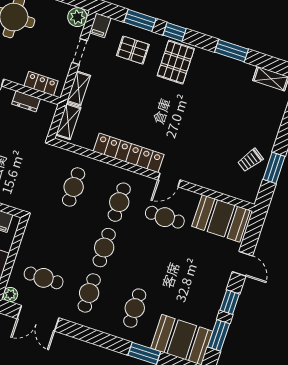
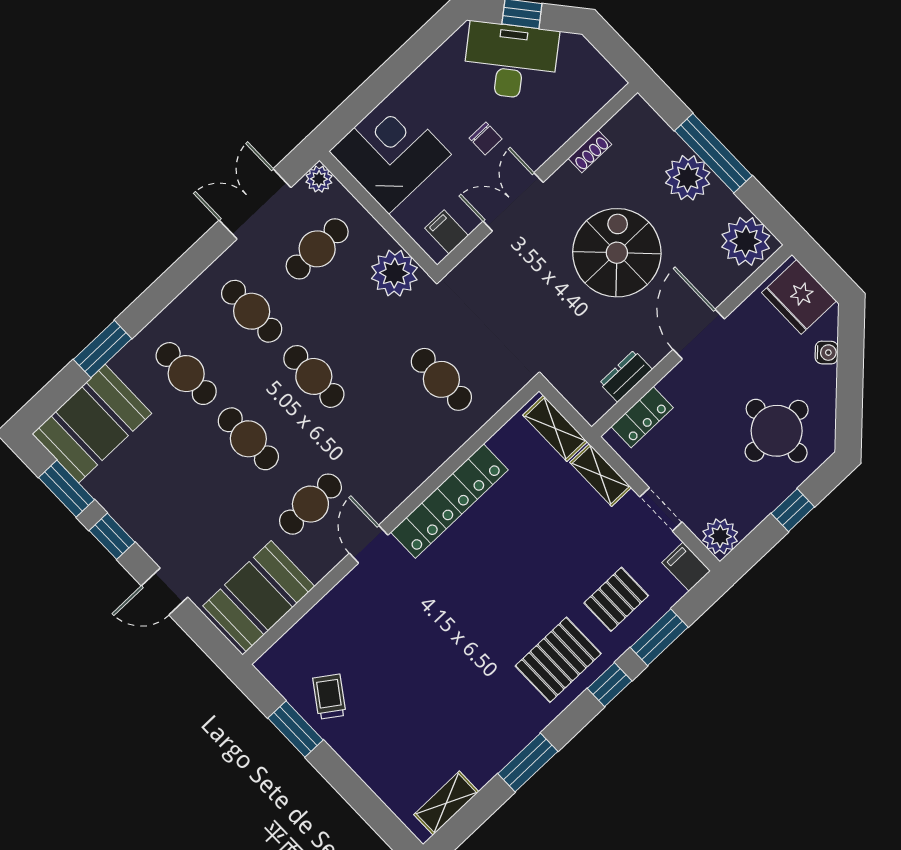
pallet: (176, 62) -> (558, 660), turned 90
cafe table: (119, 202) -> (248, 439), moved
plant: (36, 236) -> (394, 273), added

